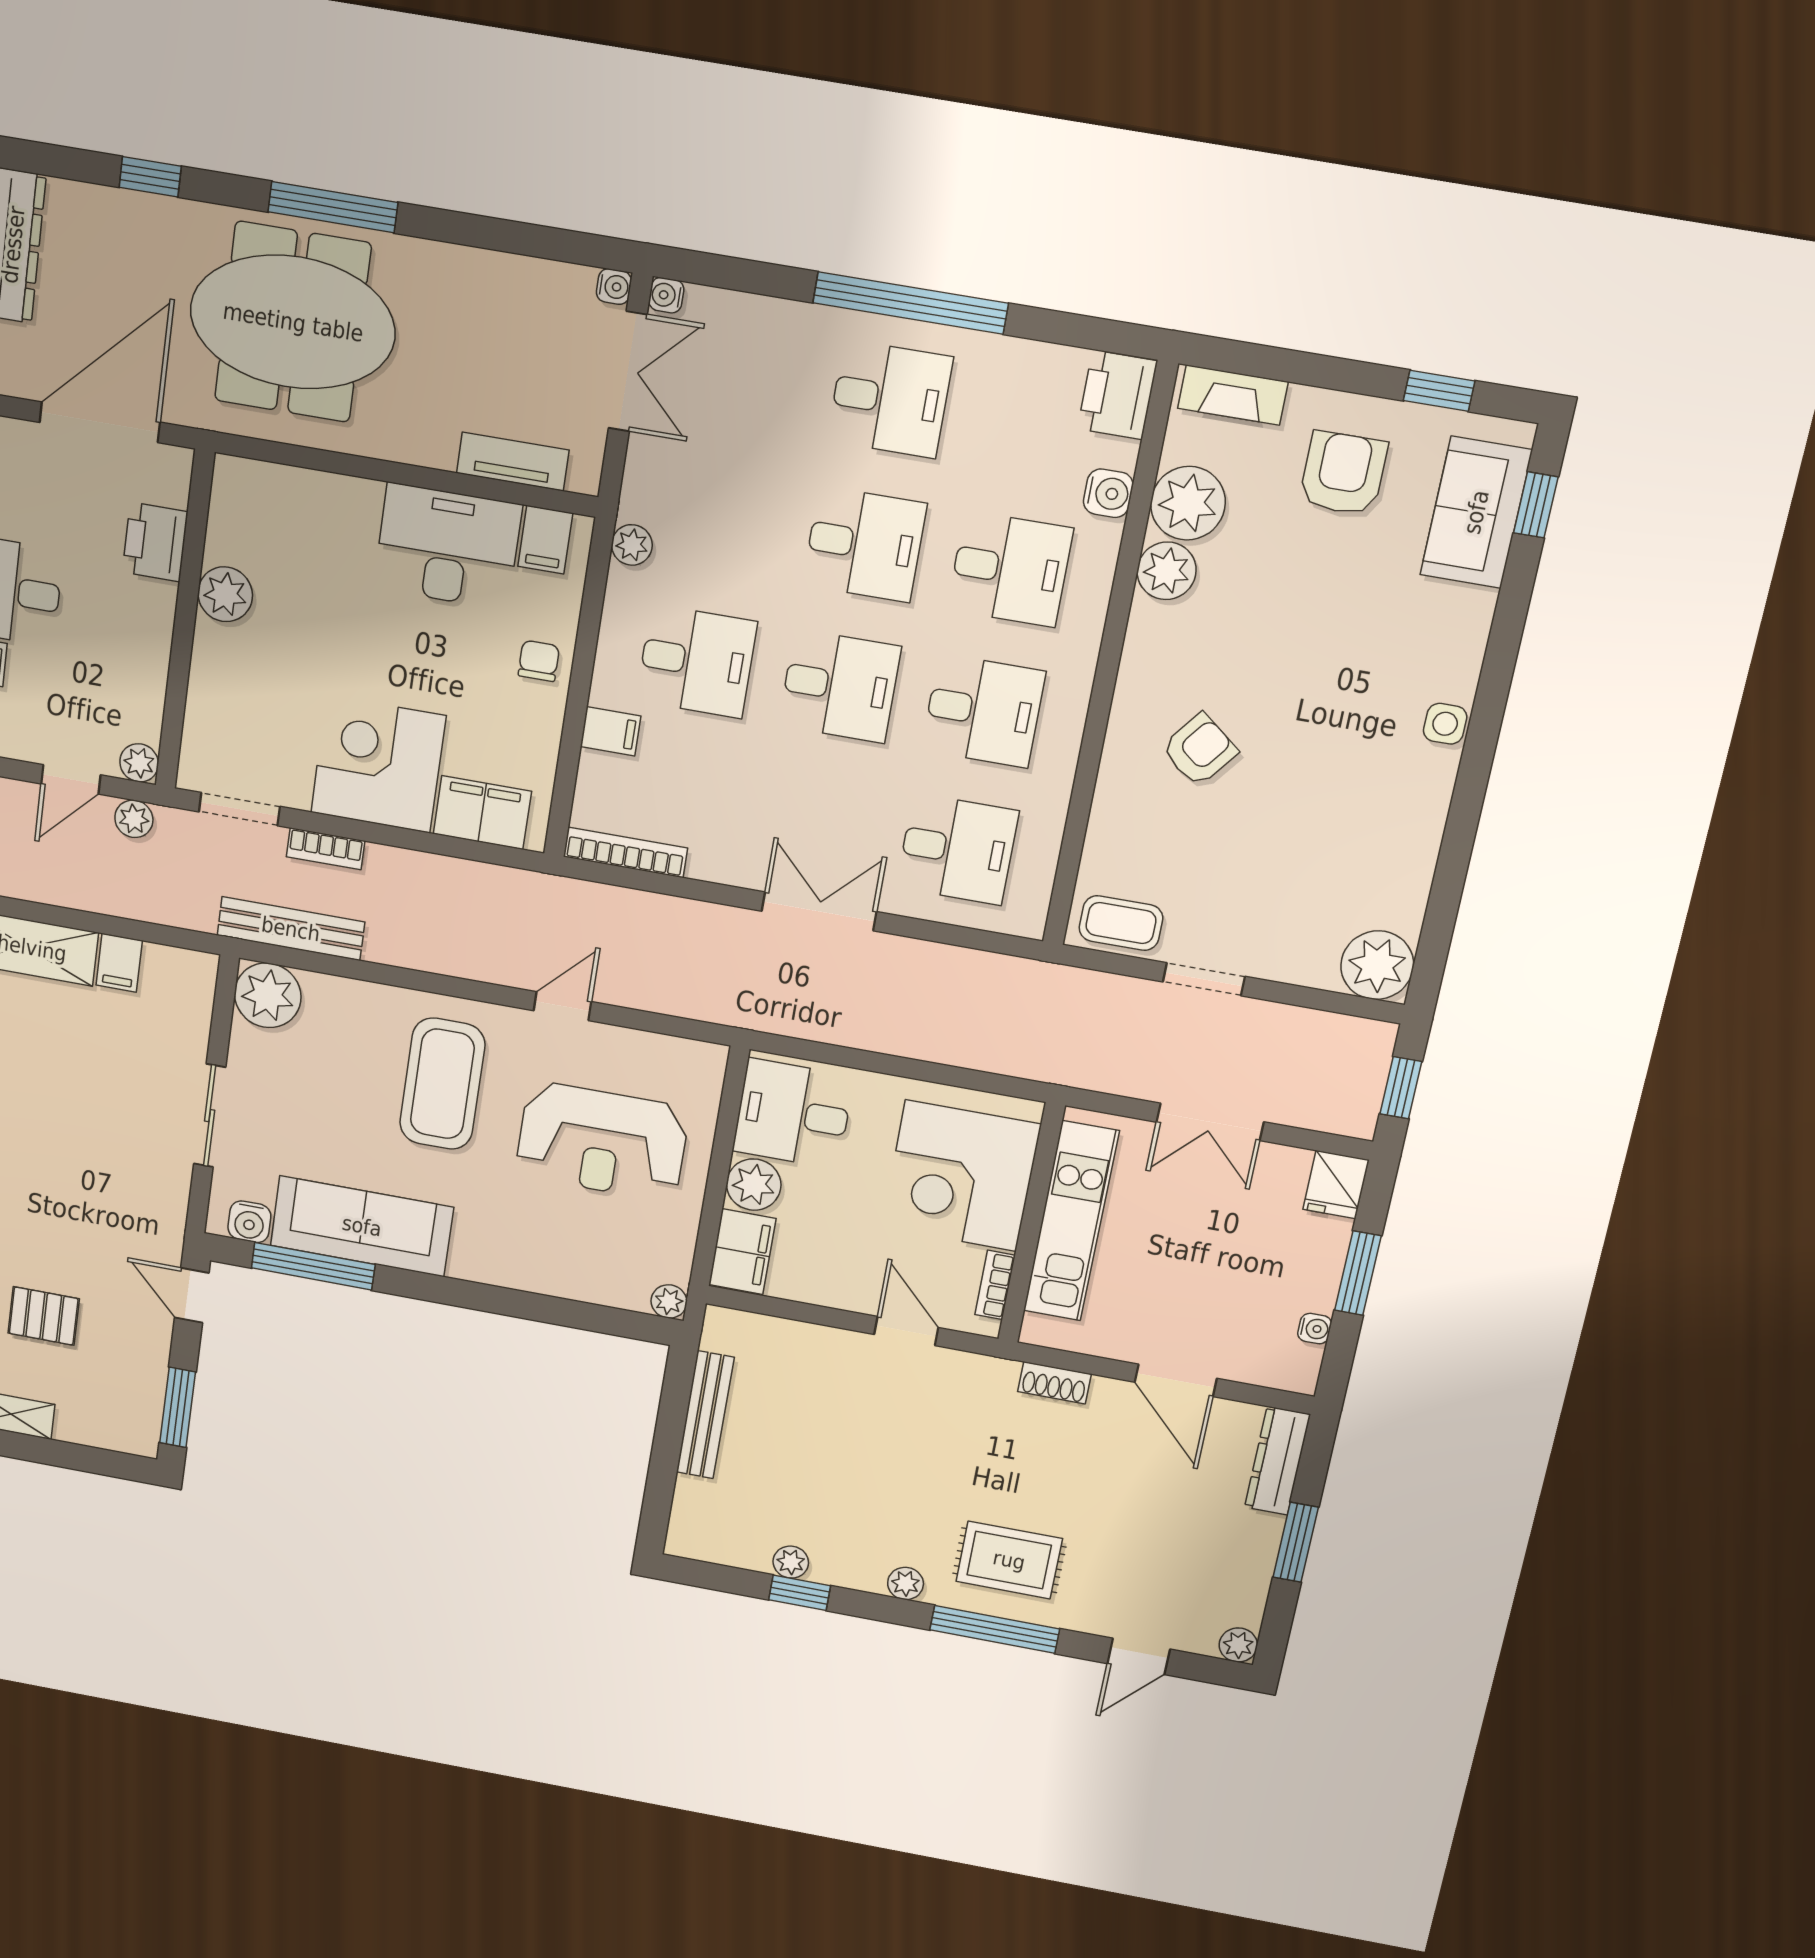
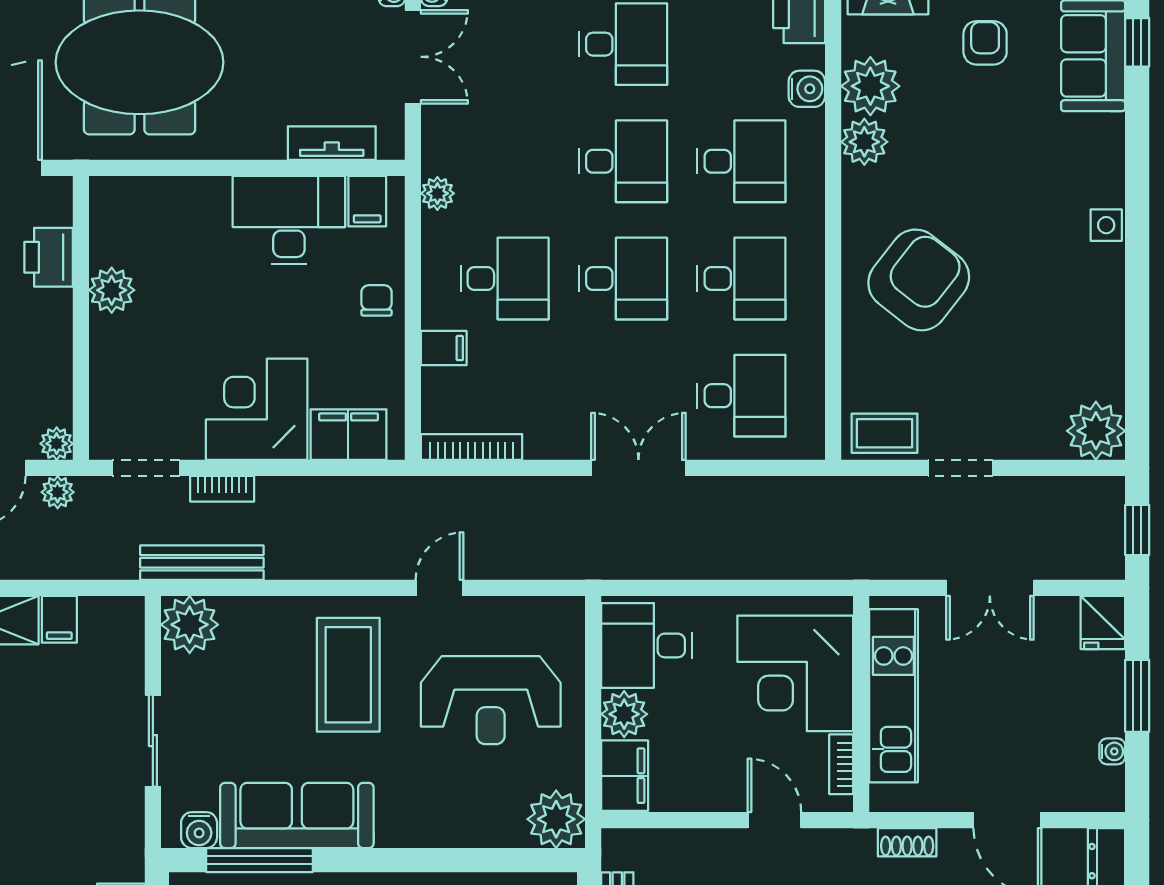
armchair: (1343, 473) -> (985, 43), width x0.72, depth x0.72
armchair: (1199, 750) -> (919, 280), width x1.88, depth x1.88
plant: (669, 1301) -> (556, 819), width x1.87, depth x1.87

